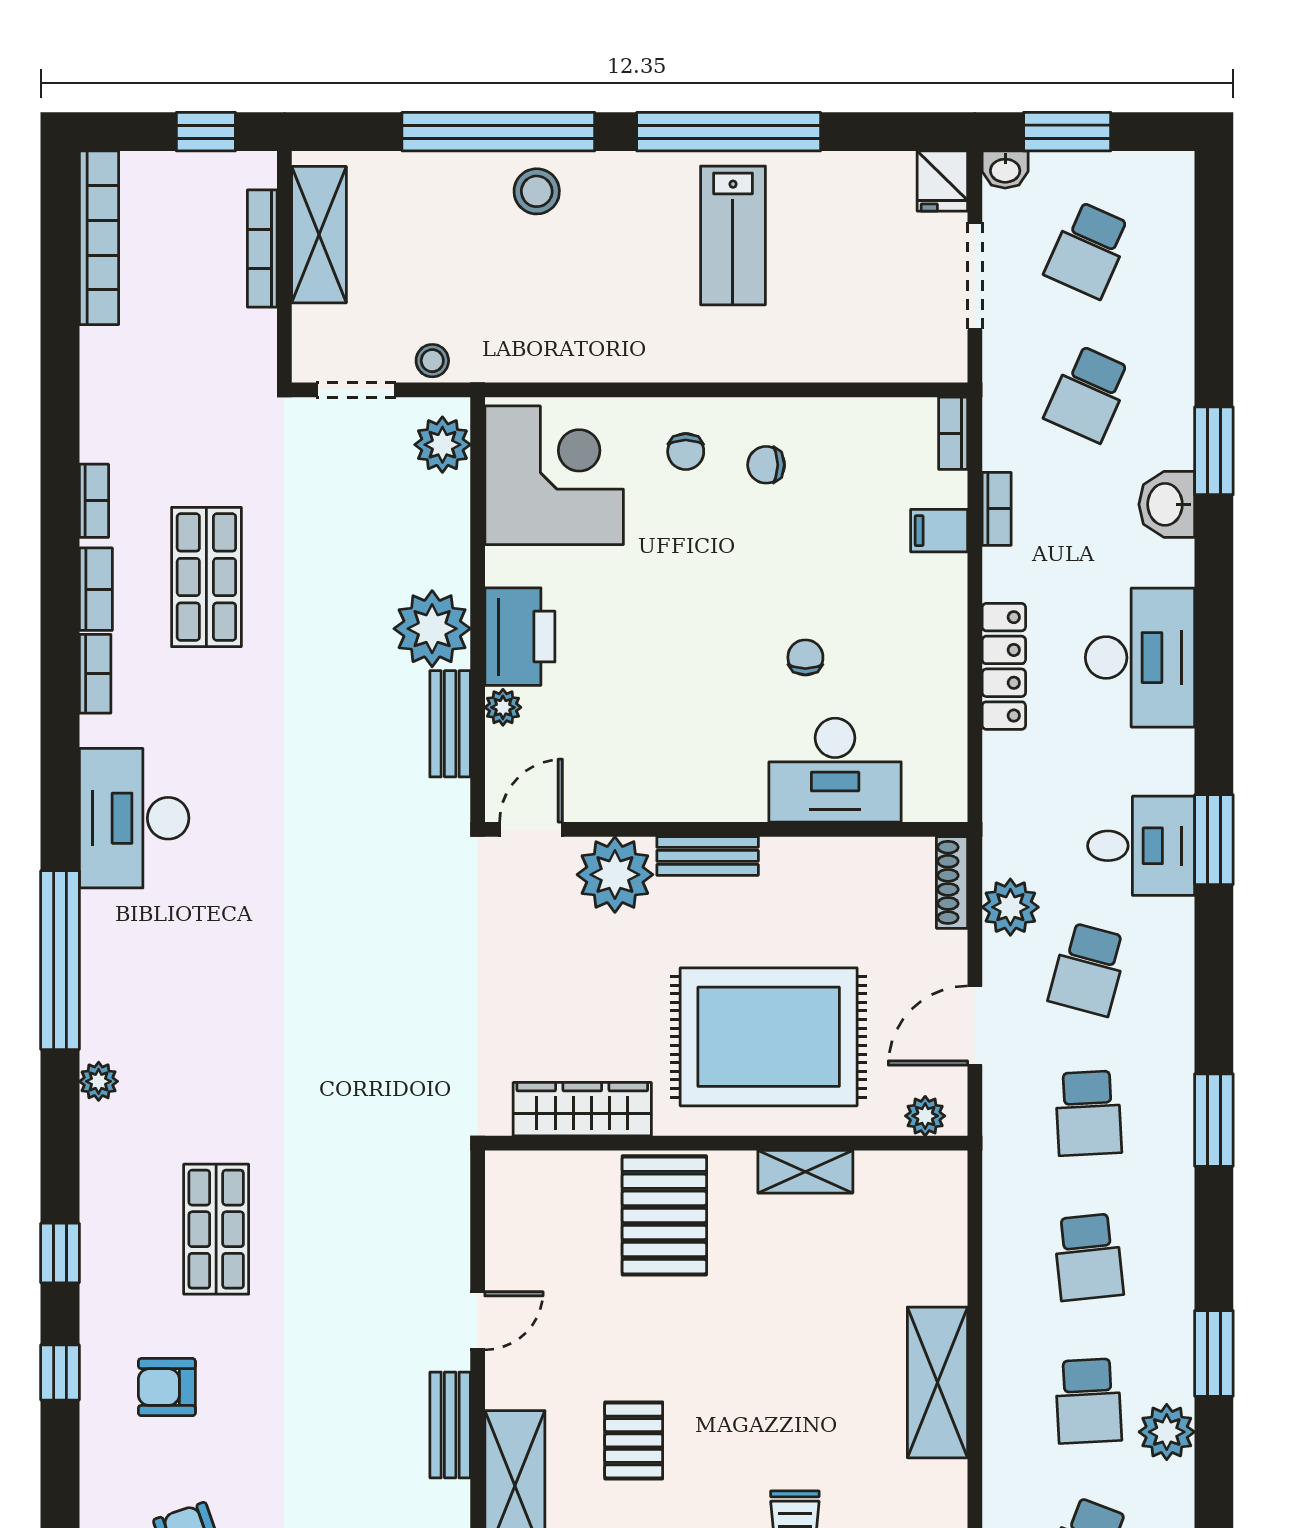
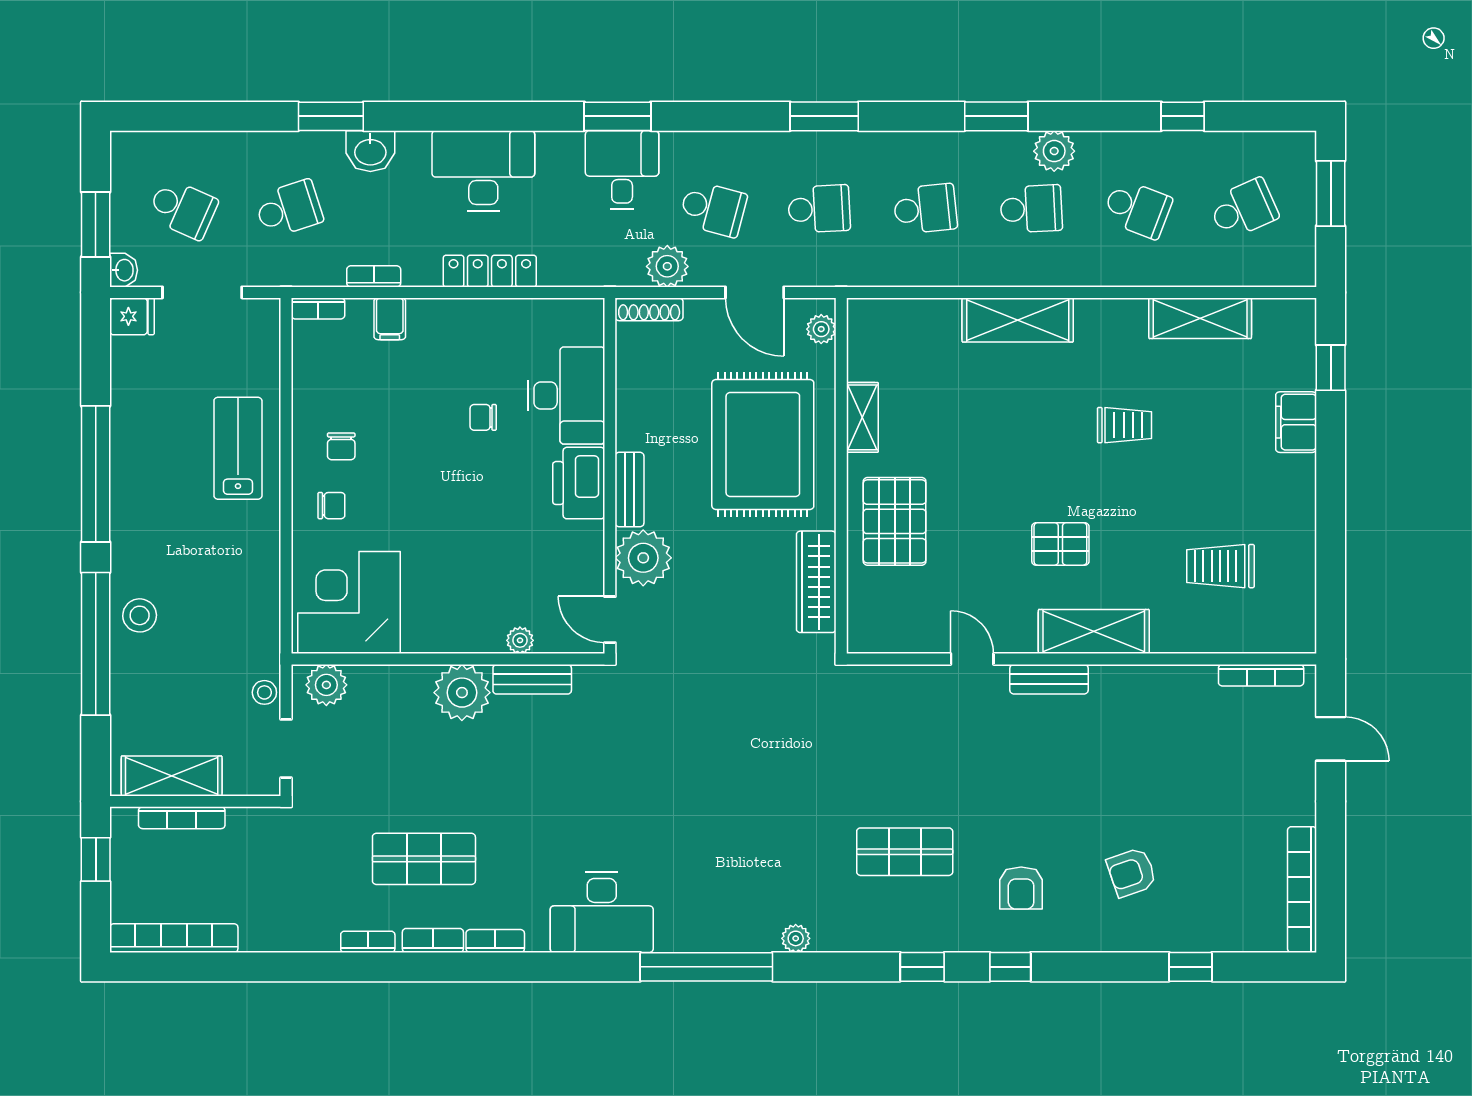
lab bench: (733, 235) -> (238, 448), moved, turned -90
school desk: (1088, 394) -> (289, 209), turned -42
printer: (520, 637) -> (579, 483), moved, turned -90
pallet: (664, 1215) -> (895, 521), turned 90

